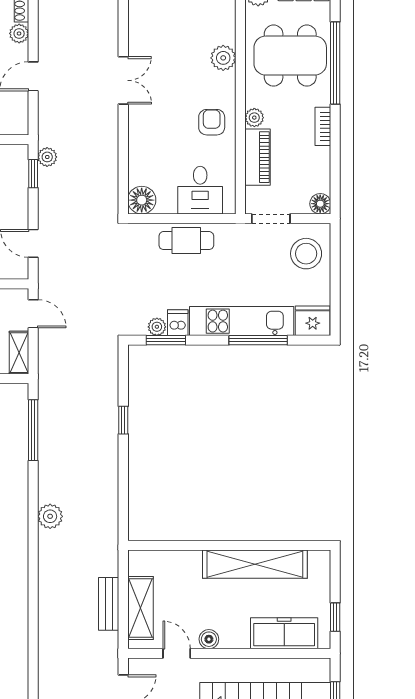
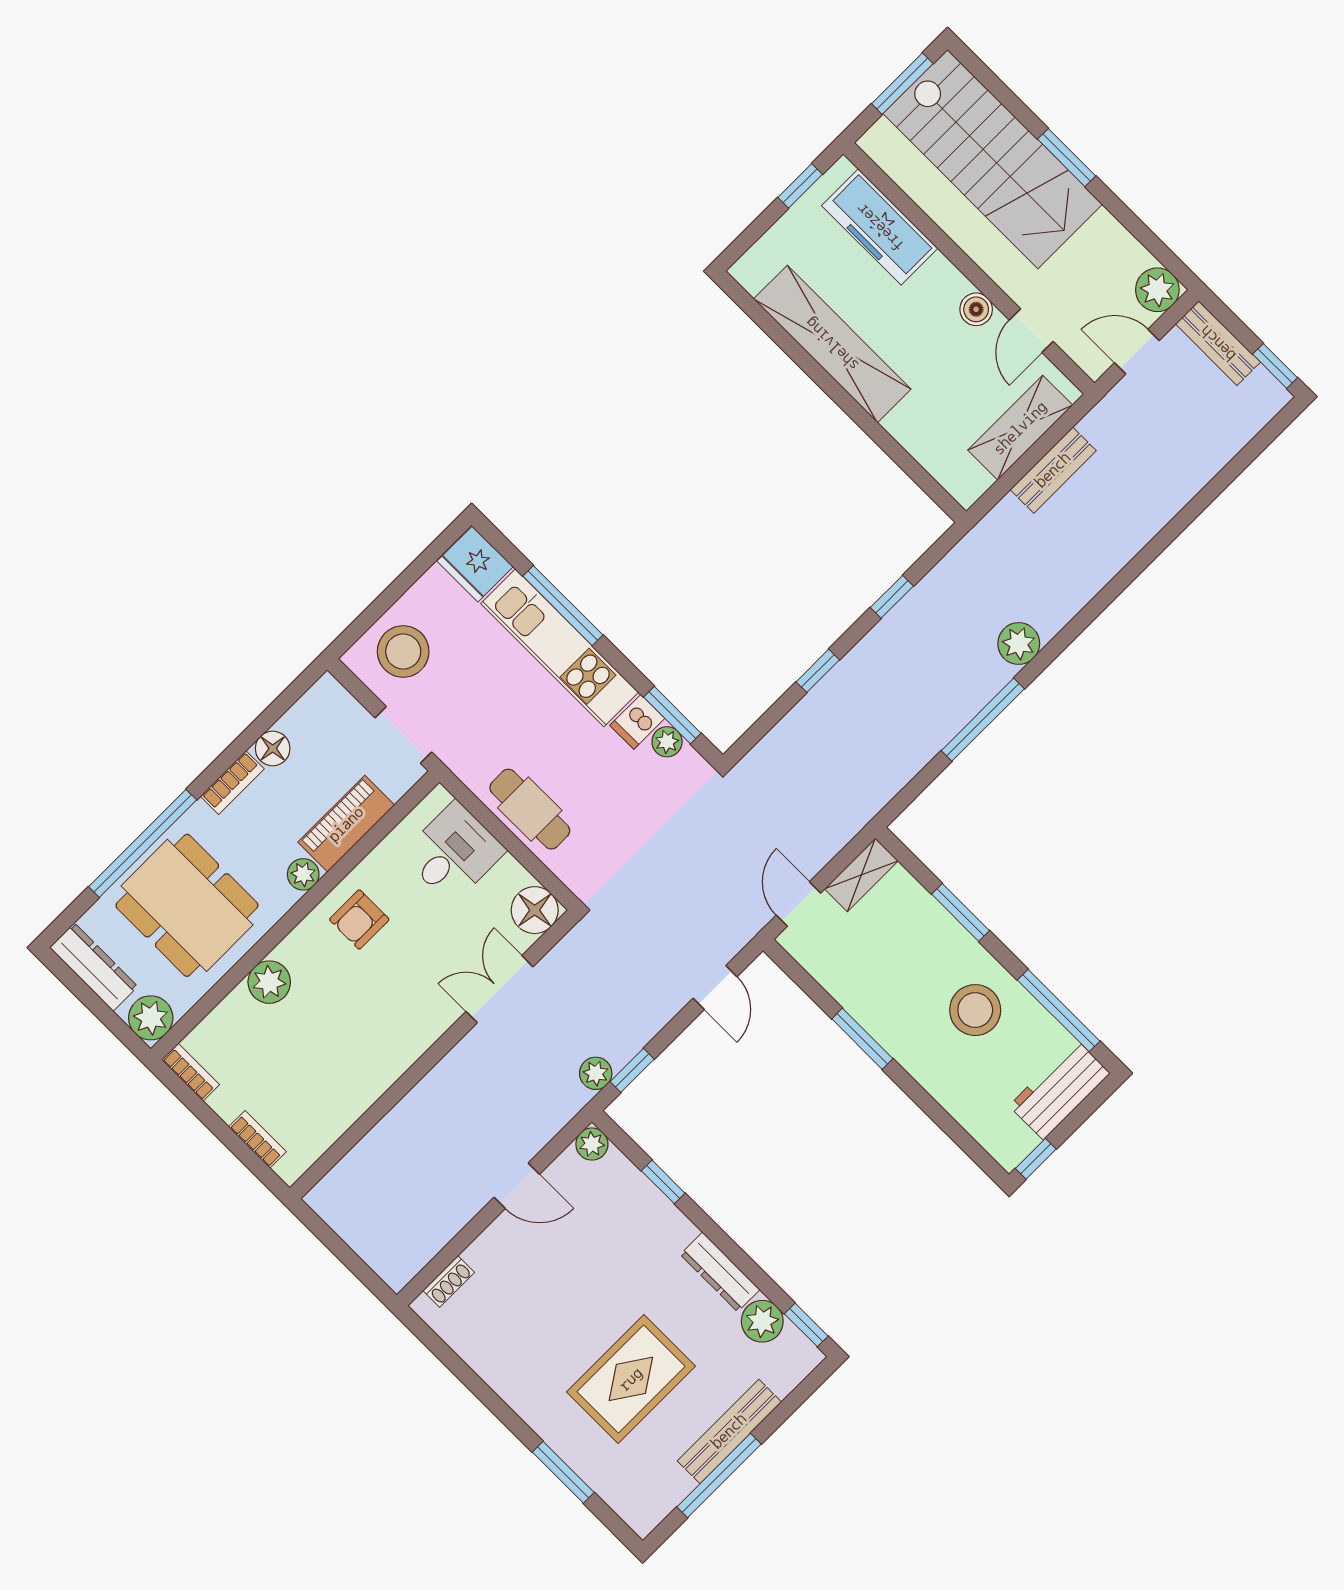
plant: (19, 33) -> (592, 1144), moved
double door: (123, 80) -> (500, 989), moved
floor lamp: (320, 204) -> (273, 748), moved
window: (33, 430) -> (983, 720), moved
window: (123, 483) -> (892, 597), added

